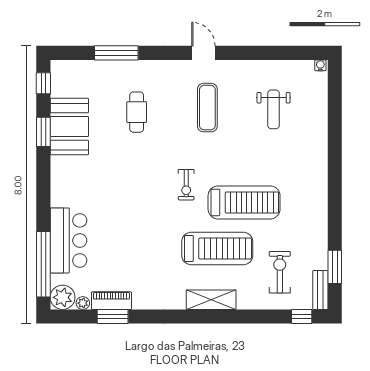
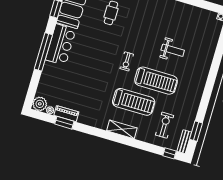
exercise mat: (207, 108) -> (151, 22), removed
weight bench: (274, 109) -> (173, 50), moved, turned -90
bar counter: (68, 240) -> (61, 45), moved
window: (43, 264) -> (43, 52), moved

